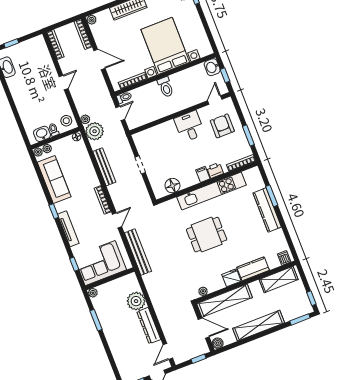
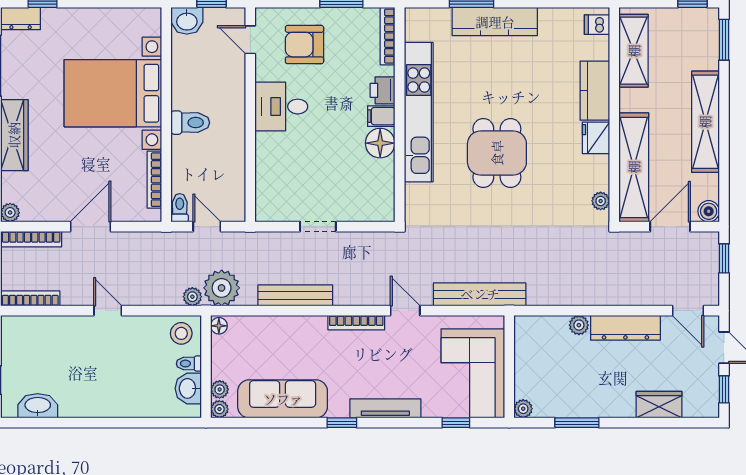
floor lamp: (172, 186) -> (380, 143), moved
plant: (136, 301) -> (579, 325), width x0.53, depth x0.53
wardrobe: (119, 355) -> (659, 405), added

